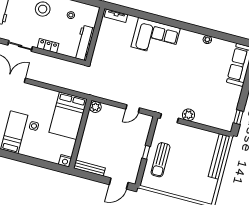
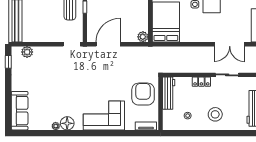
floor lamp: (195, 39) -> (67, 123), added
armchair: (110, 49) -> (143, 94), added
door: (133, 109) -> (108, 44), width x1.88
plant: (189, 115) -> (27, 52), moved

